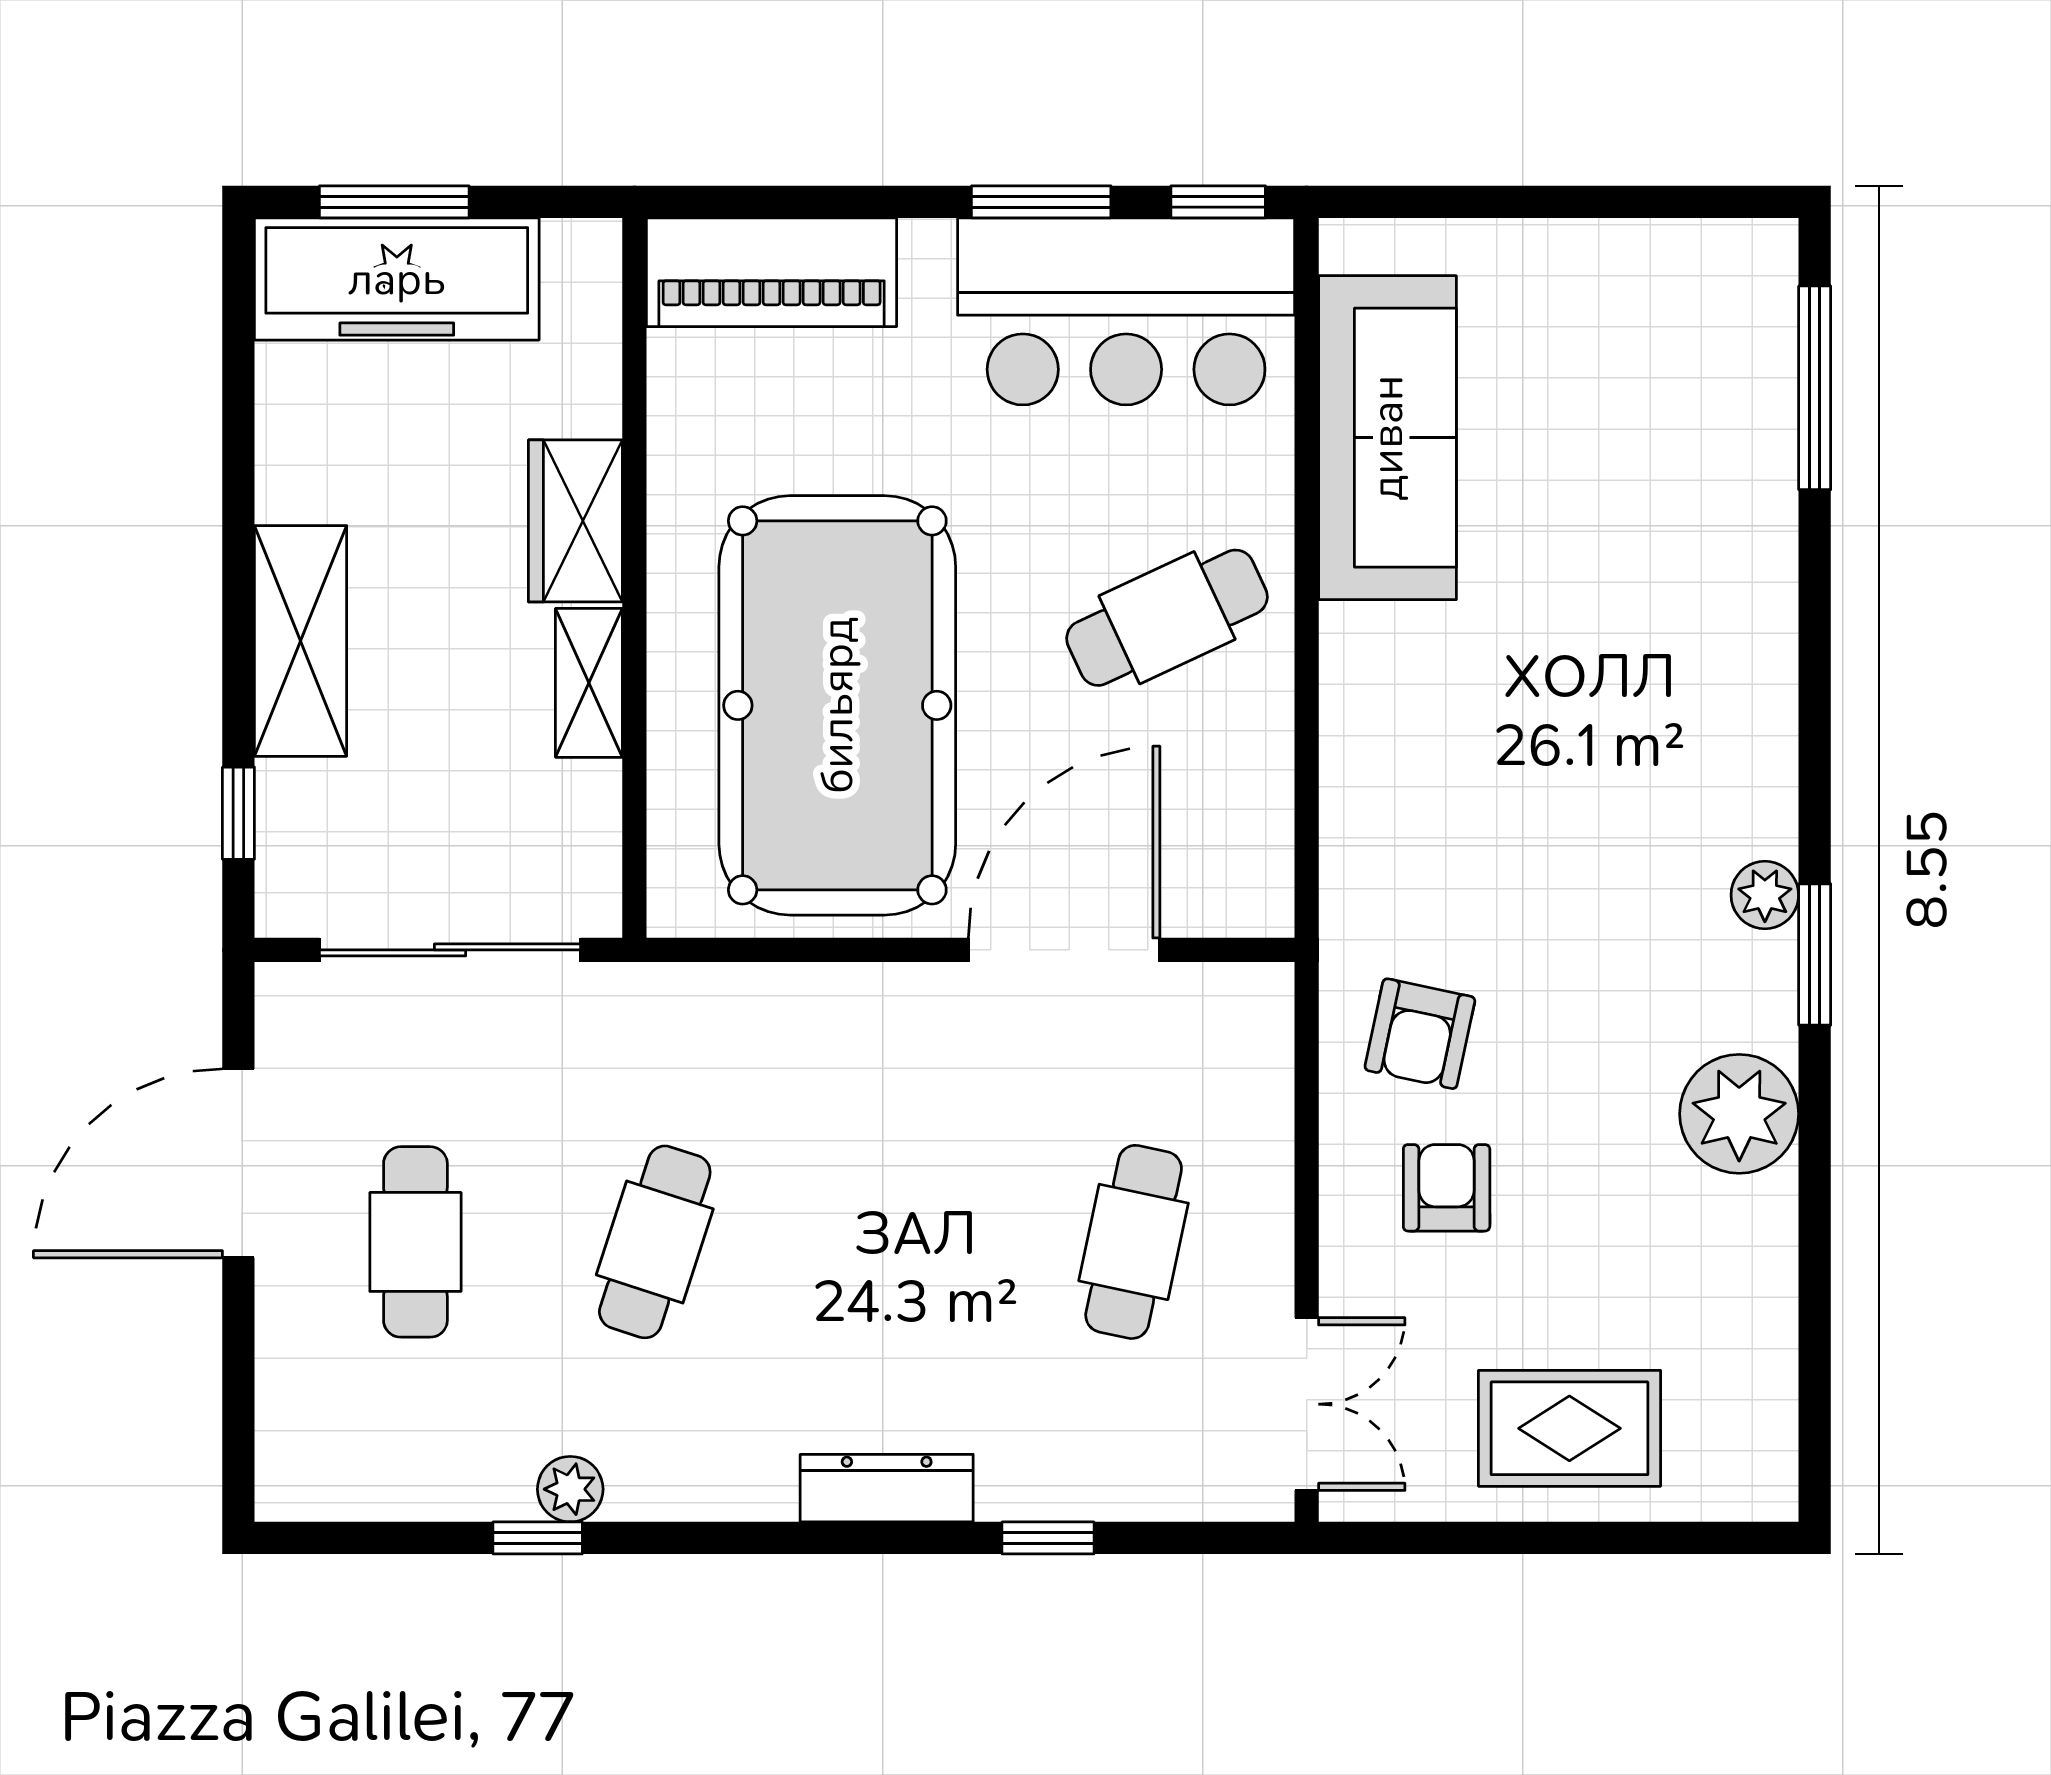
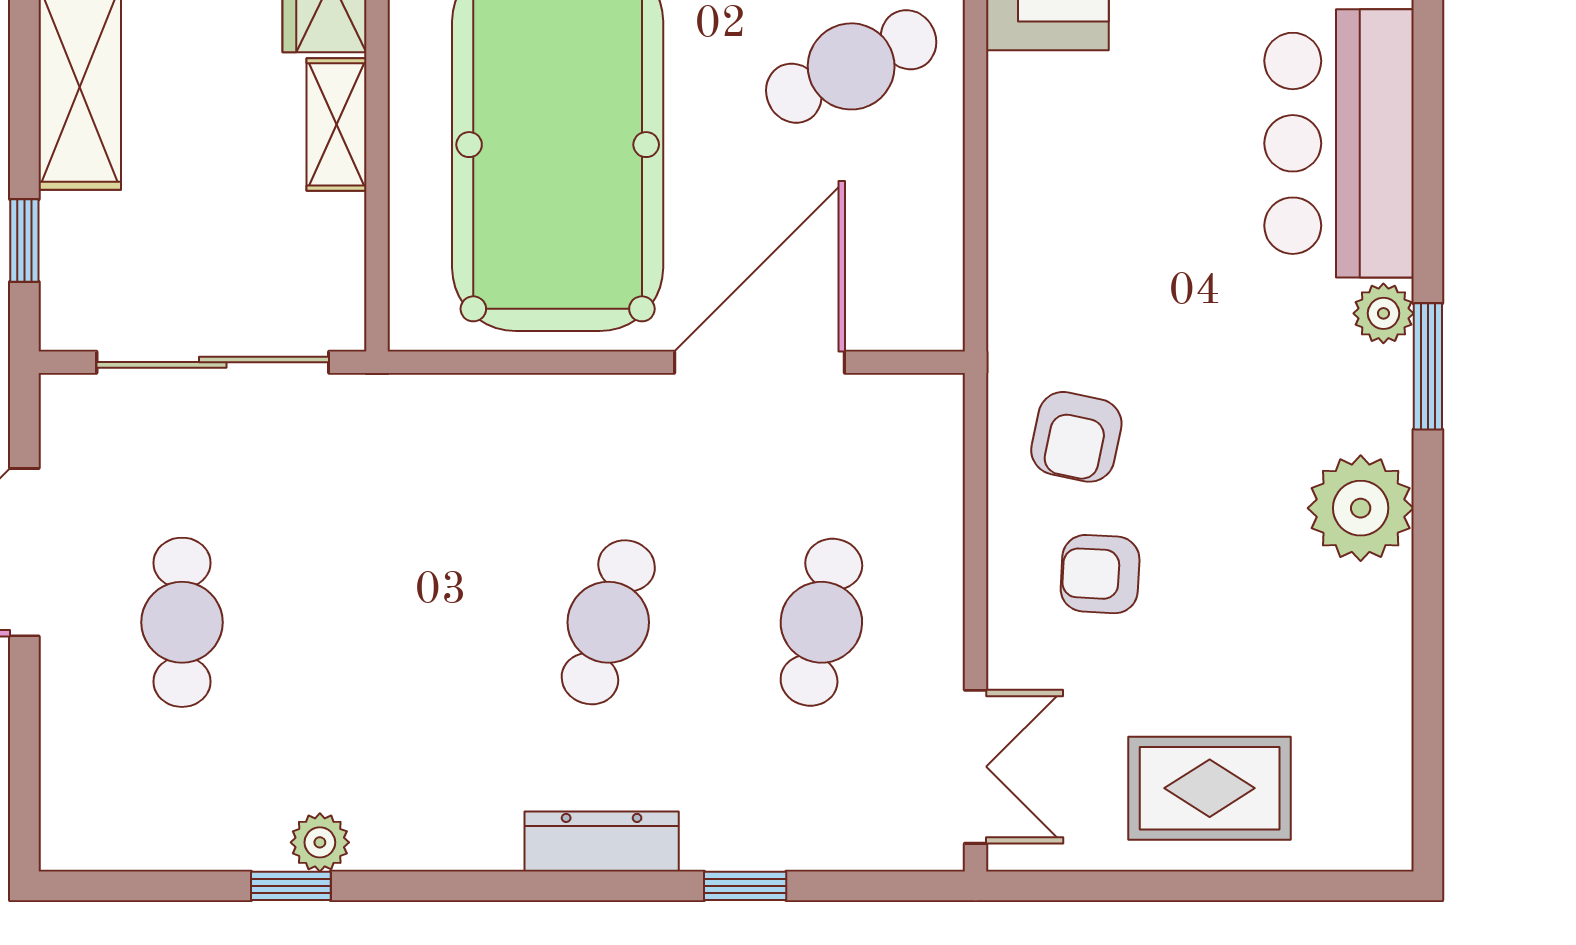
bar counter: (1715, 704) -> (1339, 143), added
armchair: (1447, 1188) -> (1100, 574), turned -87
cafe table: (655, 1242) -> (608, 622), moved

